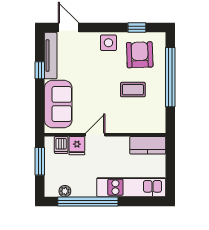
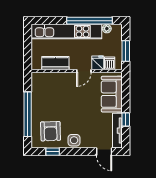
coffee table: (133, 90) -> (56, 105), removed
kitchen counter: (148, 145) -> (55, 63), moved
kitchen unit: (131, 187) -> (66, 32), width x1.36

